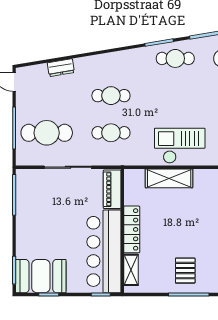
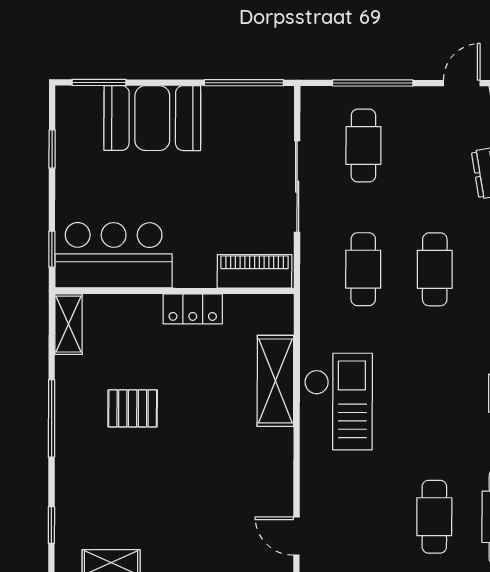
cafe table: (47, 133) -> (363, 146), width x0.73, depth x0.74
locker: (132, 229) -> (193, 309), width x0.66
bar counter: (104, 251) -> (114, 255), width x0.73
shelving: (131, 270) -> (68, 324), moved, turned 90
pallet: (185, 271) -> (133, 408), moved
booth: (41, 276) -> (152, 118), moved, turned 90

